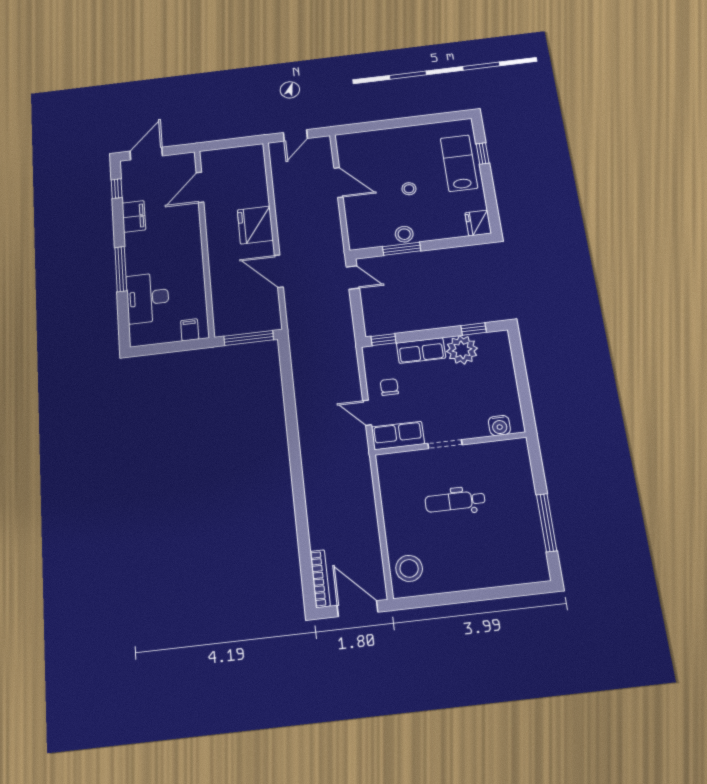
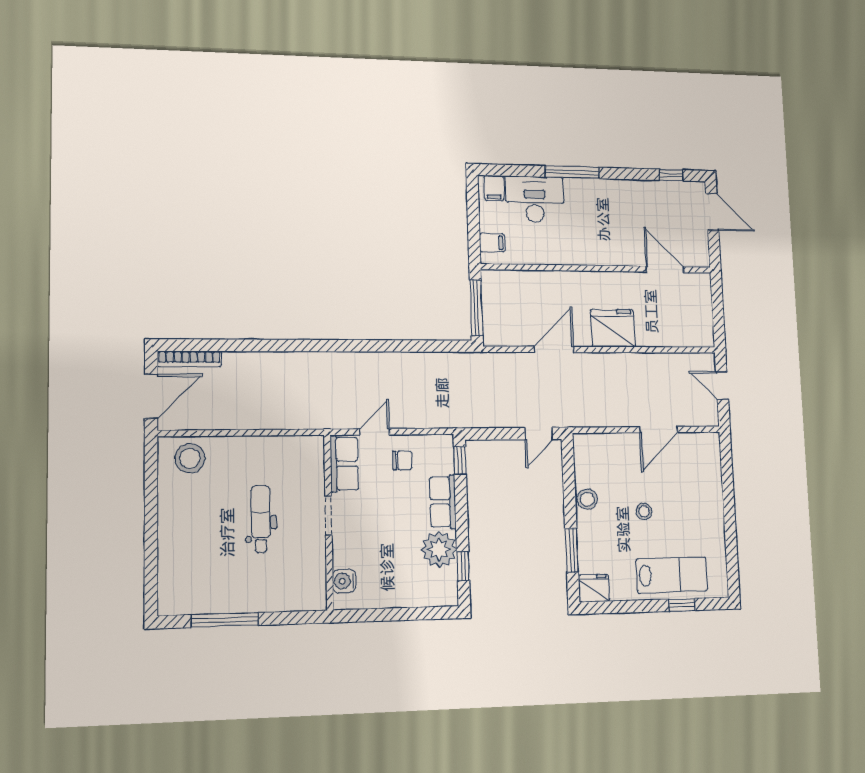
filing cabinet: (134, 216) -> (494, 188), moved, width x0.50
window: (402, 249) -> (572, 550), moved

